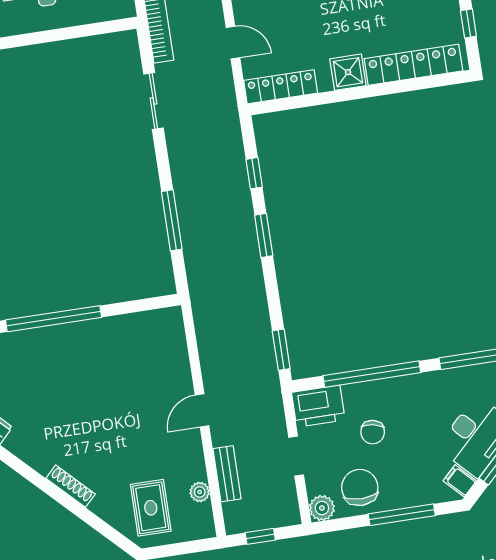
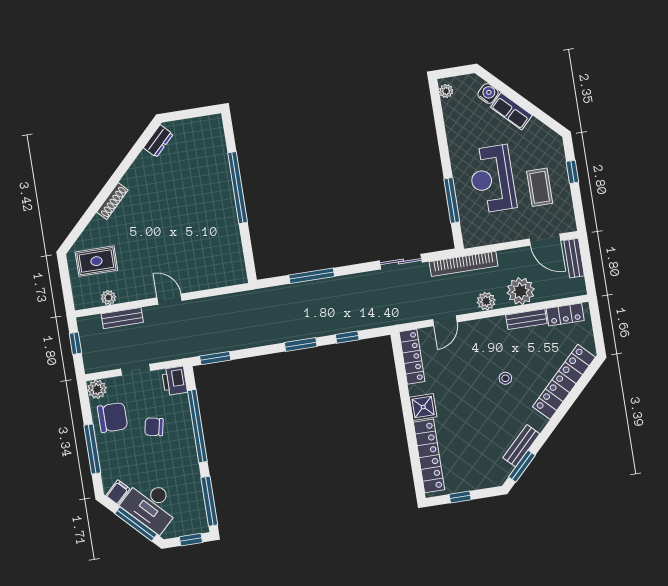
window: (72, 33) -> (452, 200), added
printer: (318, 406) -> (174, 381), width x0.73, depth x0.84

